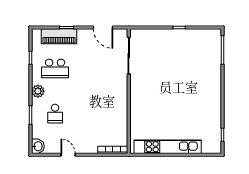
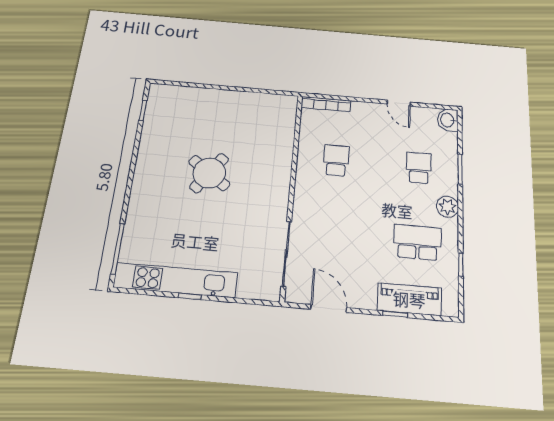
round table: (178, 99) -> (209, 173), added
school desk: (104, 114) -> (336, 160), added
kitchen unit: (168, 147) -> (176, 280), moved, turned 180

